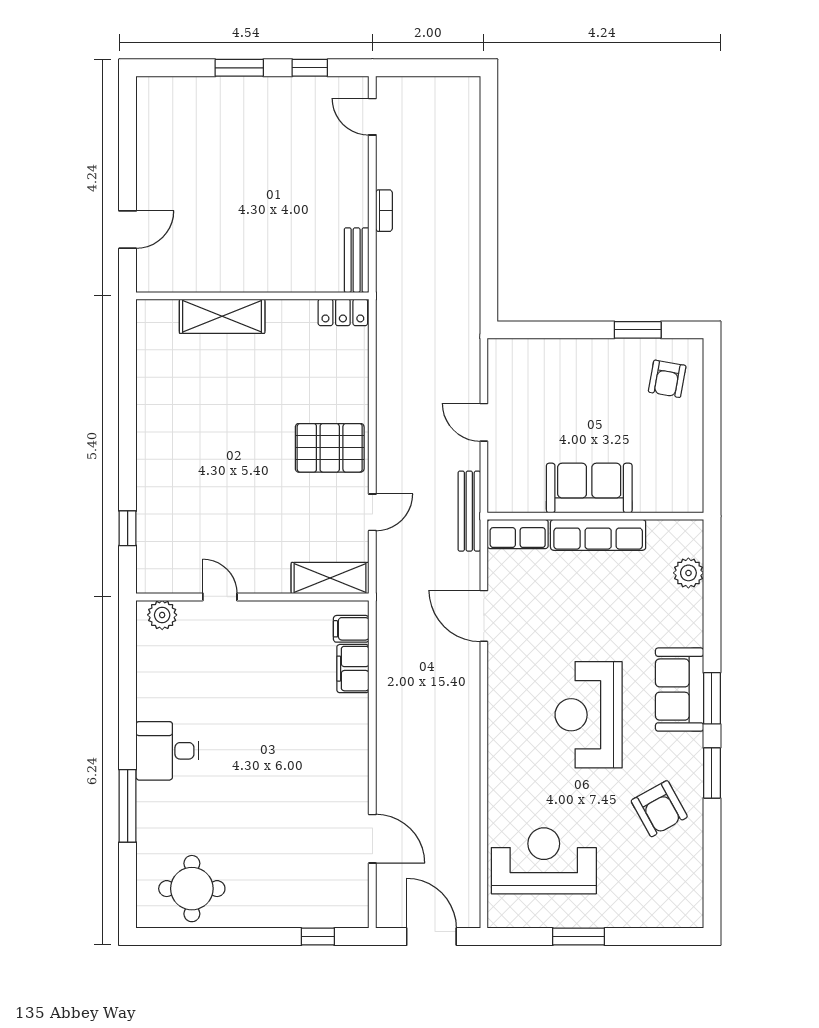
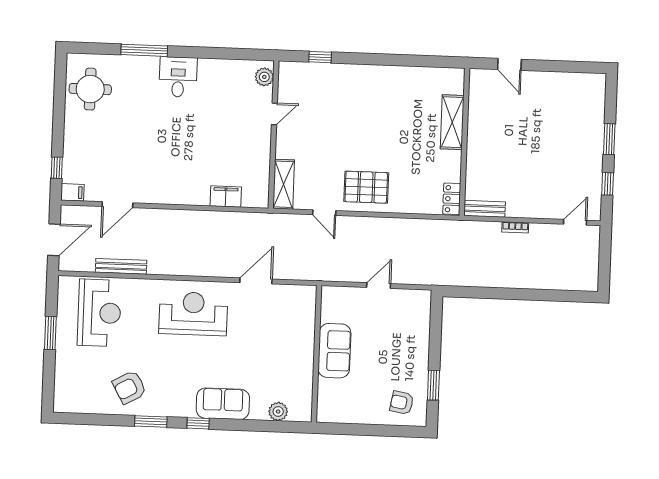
pallet: (330, 448) -> (366, 187), turned 90
bench: (469, 511) -> (121, 266), moved
row of seats: (518, 534) -> (307, 304), removed
row of seats: (598, 535) -> (304, 355), removed
filing cabinet: (351, 629) -> (72, 192), moved, turned 90
sofa: (680, 690) -> (223, 404), moved
window: (712, 698) -> (198, 423), width x0.67
reception desk: (589, 715) -> (193, 314), moved

